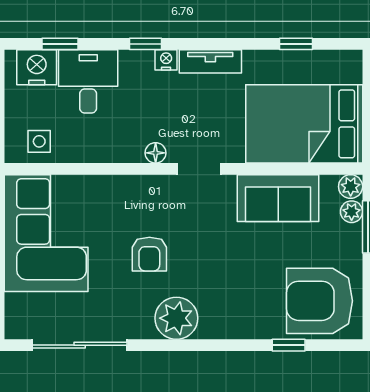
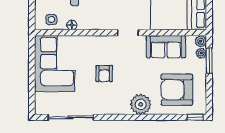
floor lamp: (156, 153) -> (72, 25), moved
armchair: (319, 301) -> (177, 90), moved
plant: (176, 318) -> (141, 104), moved
window: (289, 345) -> (195, 117), moved

